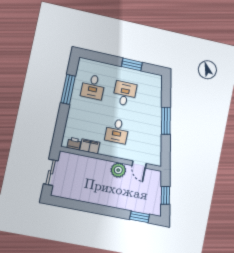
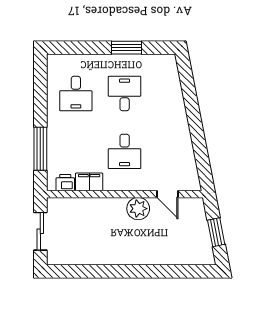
window: (68, 89) -> (40, 149), moved
window: (166, 121) -> (195, 121), removed
window: (140, 217) -> (184, 271), removed

